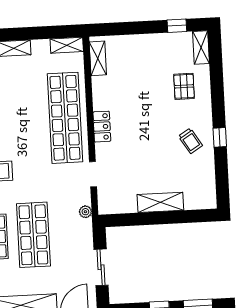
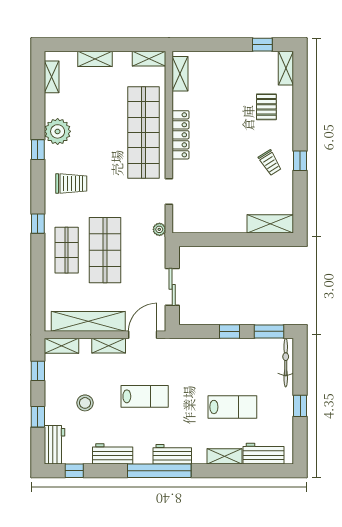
locker: (102, 127) -> (181, 135), width x1.53
shelving: (160, 202) -> (270, 224), moved

